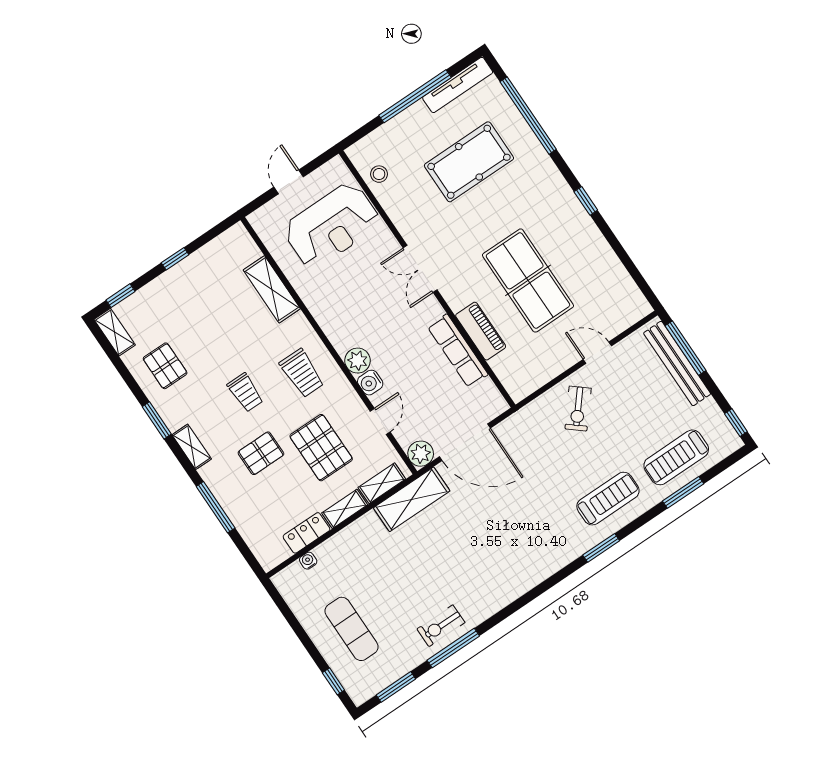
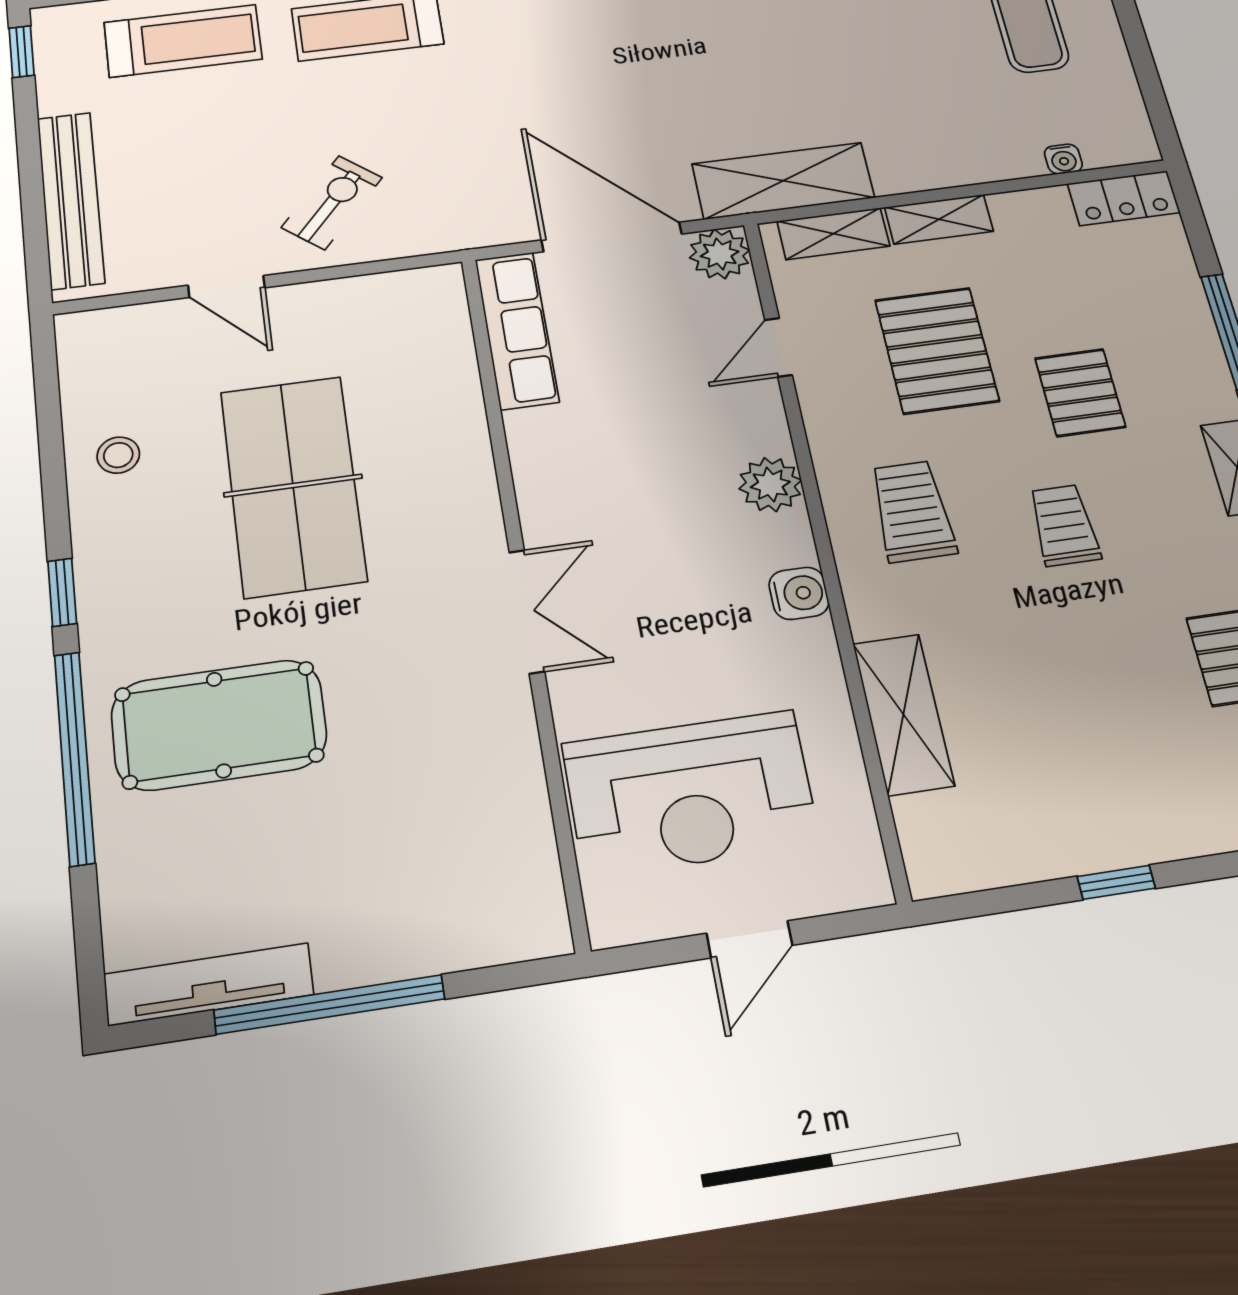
window: (528, 116) -> (74, 757), moved
pool table: (469, 162) -> (219, 725), moved
stool: (379, 174) -> (118, 455), moved
reception desk: (332, 226) -> (690, 793), turned 180
piano: (481, 331) -> (458, 430), removed
window: (686, 348) -> (34, 220), removed
row of seats: (458, 351) -> (517, 330), moved
water cooler: (370, 383) -> (799, 593), moved
pallet: (261, 453) -> (1080, 393), turned 90
locker: (307, 533) -> (1124, 198), moved

